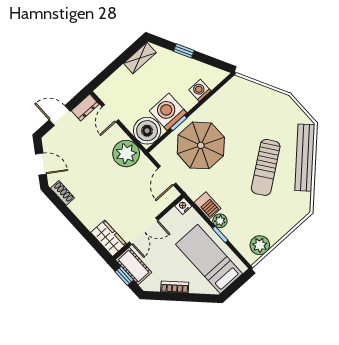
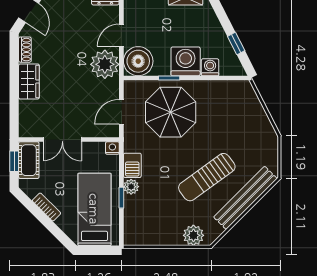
window: (184, 51) -> (236, 44), moved
washing machine: (168, 112) -> (186, 61), moved
door: (110, 113) -> (121, 35), moved
wardrobe: (109, 238) -> (29, 81), moved
plant: (260, 245) -> (193, 235), moved

